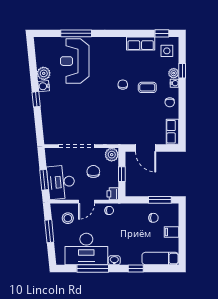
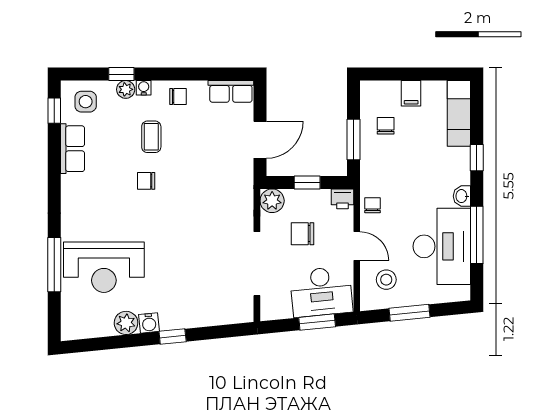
window: (160, 200) -> (354, 139), moved

